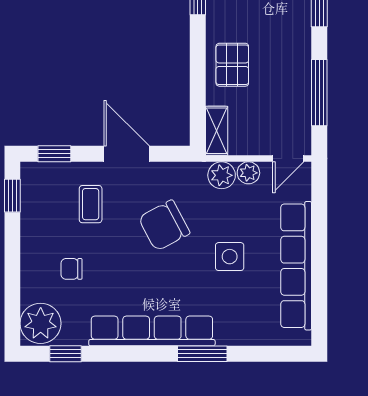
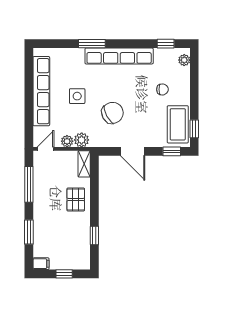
coffee table: (91, 204) -> (178, 124), moved, width x1.86, depth x1.72
plant: (41, 323) -> (184, 60), width x0.53, depth x0.53

